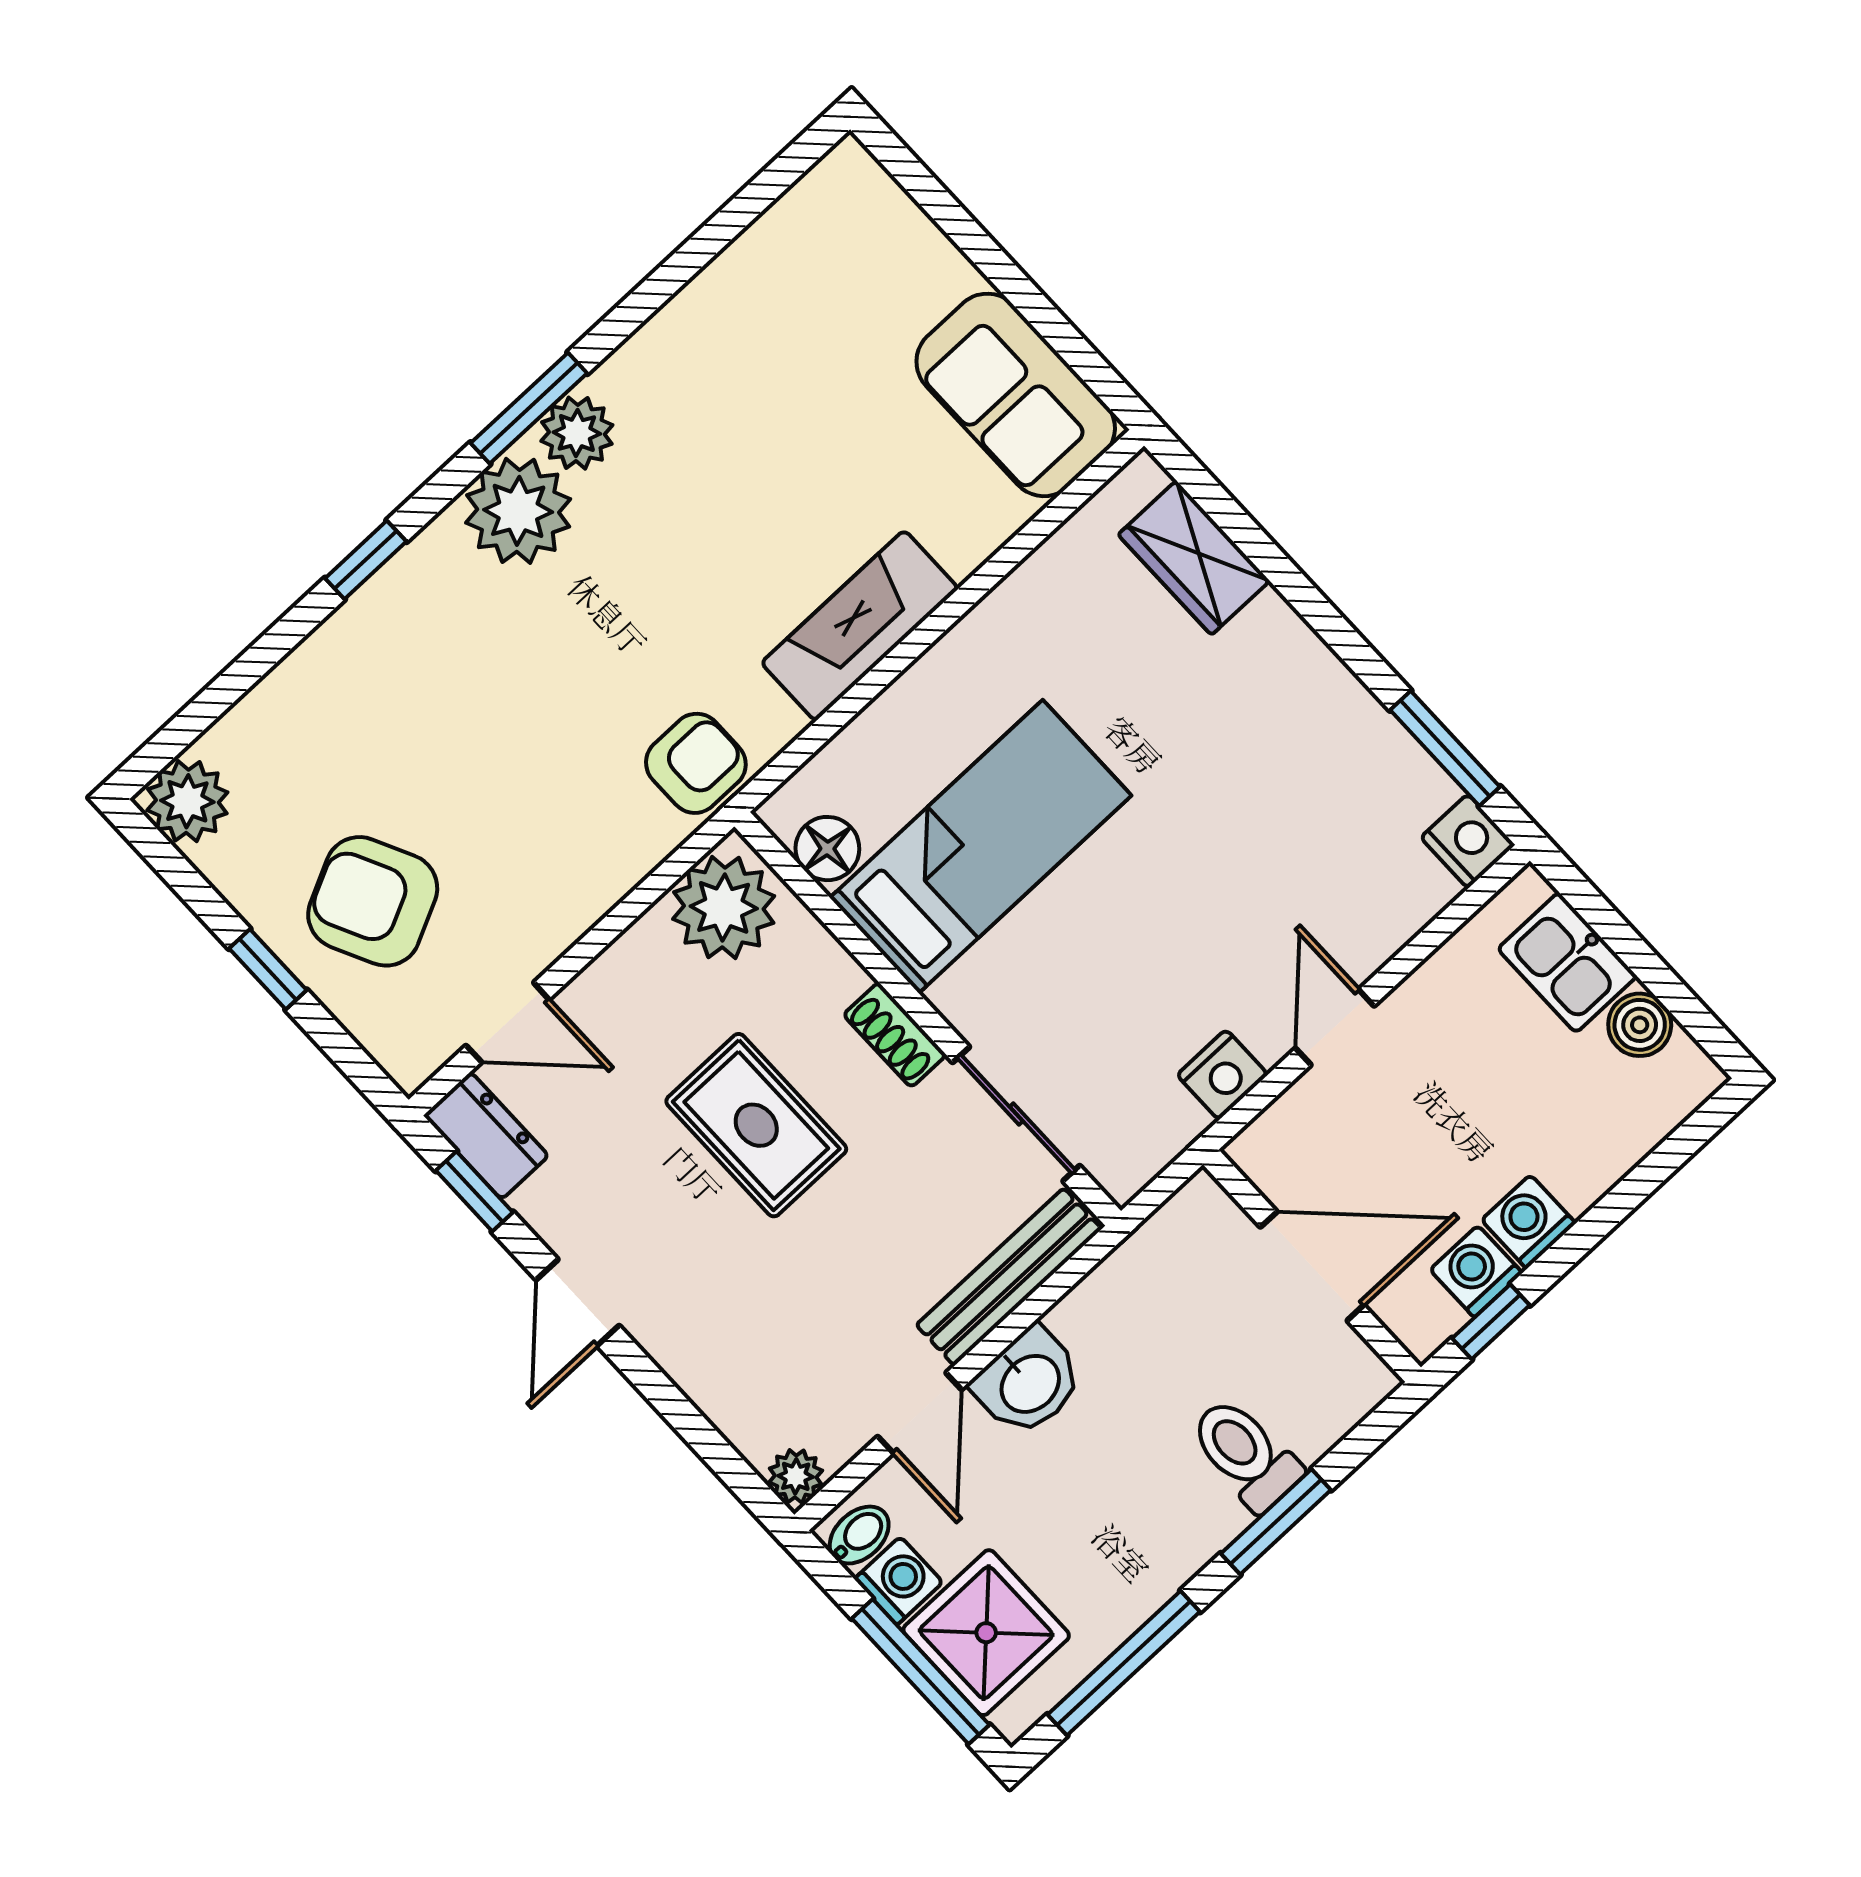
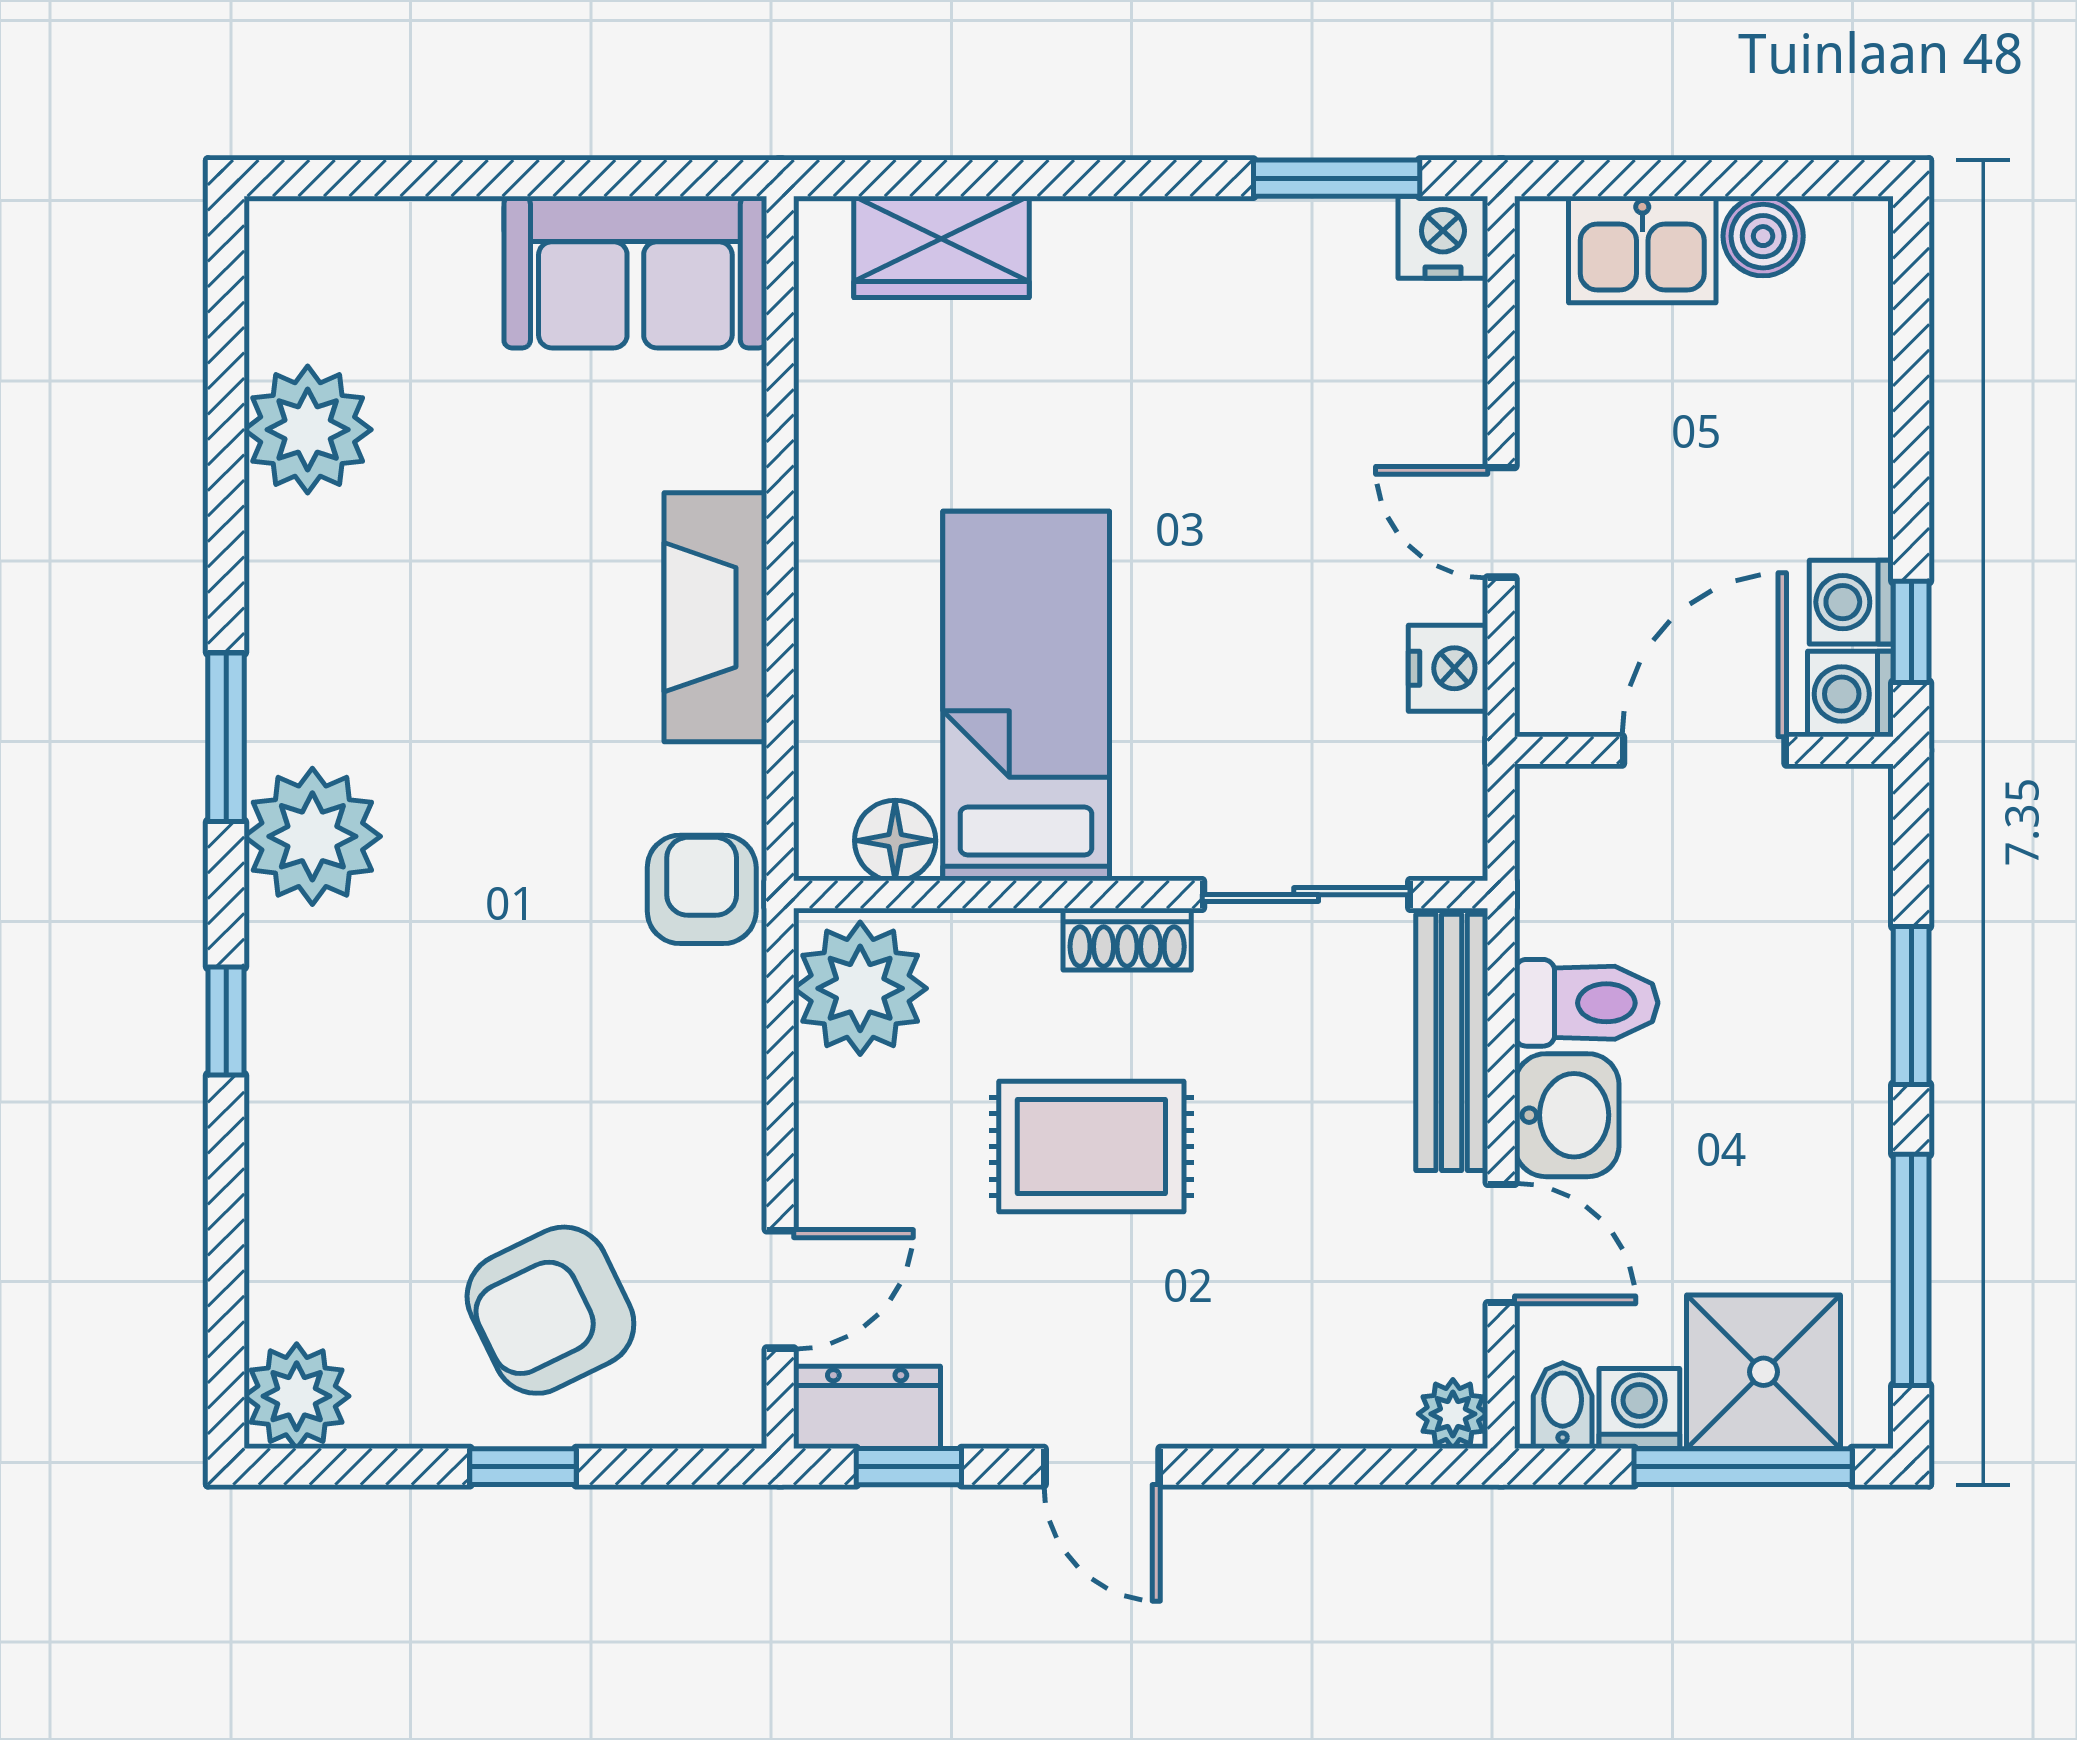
plant: (577, 433) -> (308, 430), moved, width x1.36, depth x1.36
washing machine: (1529, 1222) -> (1850, 694), moved
toilet: (1245, 1454) -> (1586, 1003), moved, turned 180

